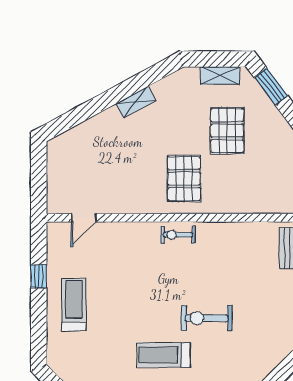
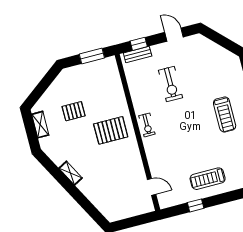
window: (271, 87) -> (39, 91), removed
pallet: (227, 131) -> (74, 111), width x0.67, depth x0.71
exercise bike: (207, 318) -> (170, 84), moved

